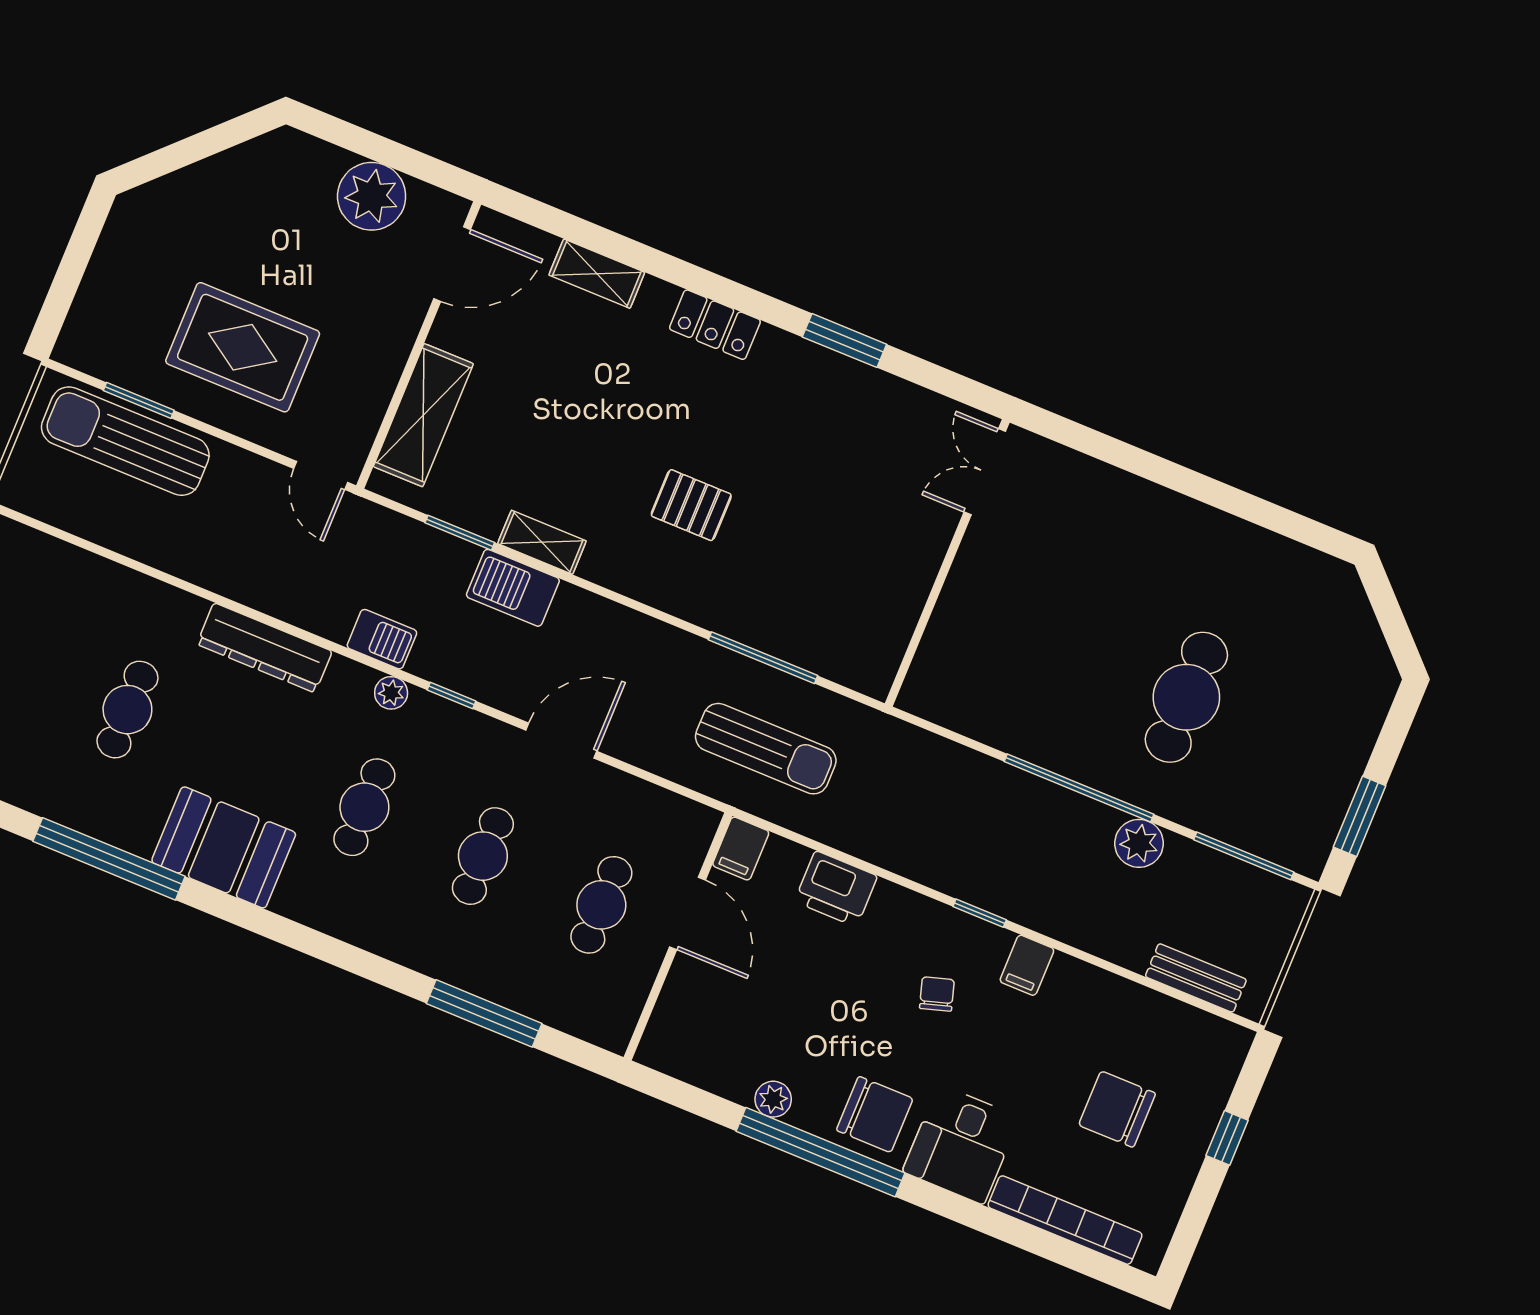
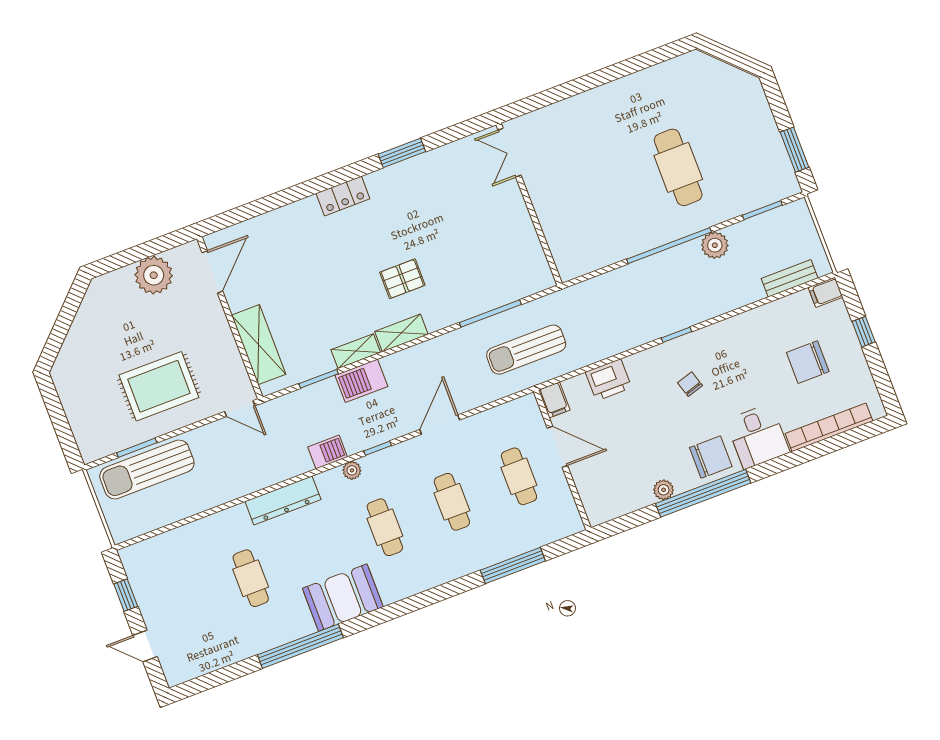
shelving: (597, 274) -> (401, 333), moved
sun lounger: (766, 749) -> (526, 350), turned 180
window: (1244, 856) -> (762, 210), width x0.69
filing cabinet: (1027, 965) -> (826, 292), moved, turned 90

